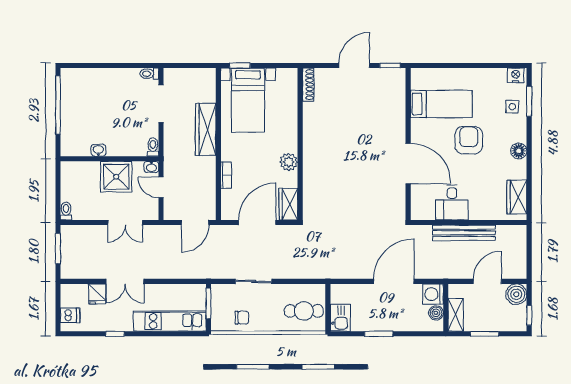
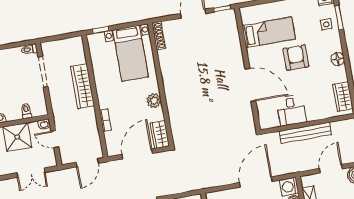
bed with nightstands: (248, 100) -> (131, 53), moved
toilet: (153, 147) -> (26, 111), moved

